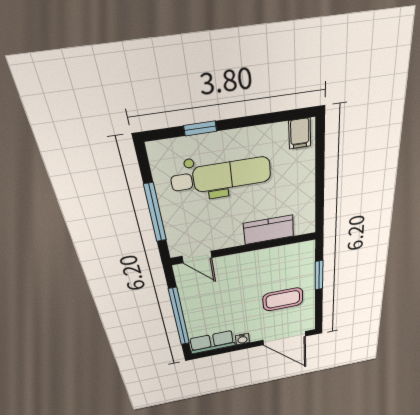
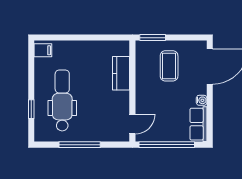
kitchen counter: (269, 230) -> (121, 73), moved
wall: (244, 248) -> (132, 91), moved
door: (197, 257) -> (132, 124), moved

